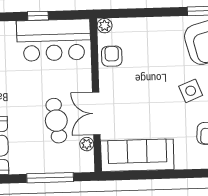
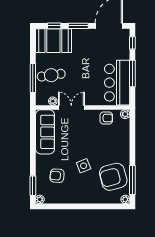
window: (38, 16) -> (132, 73), width x2.17
cafe table: (56, 121) -> (51, 75), moved

